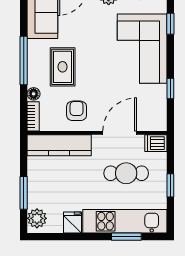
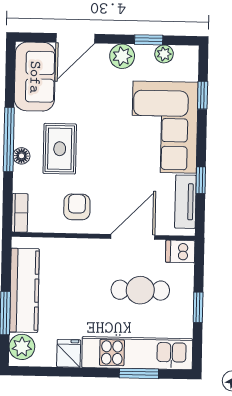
floor lamp: (34, 94) -> (21, 156), moved
tv unit: (159, 105) -> (185, 202), added
kitchen counter: (59, 145) -> (24, 290), moved, turned -90

